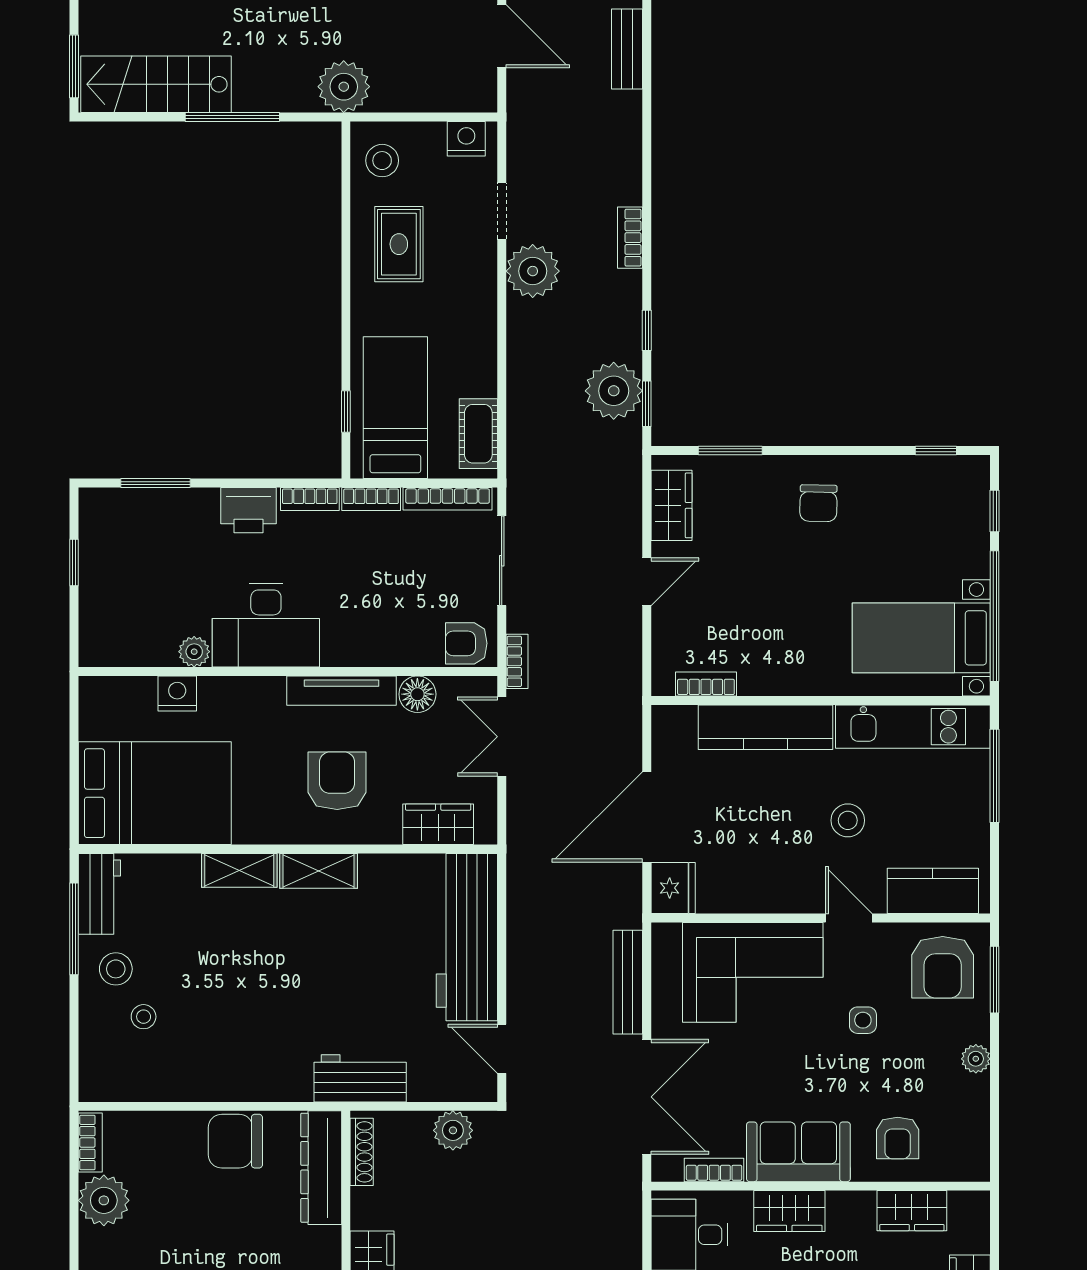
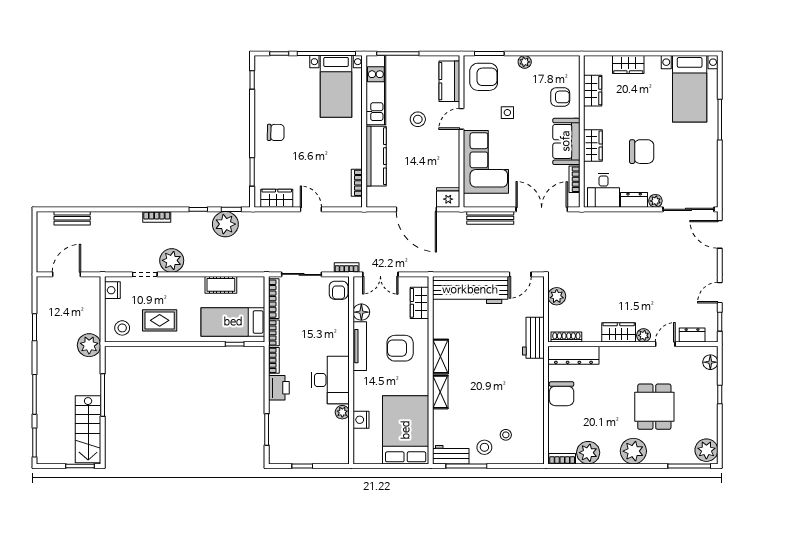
cot: (478, 434) -> (221, 285), moved

